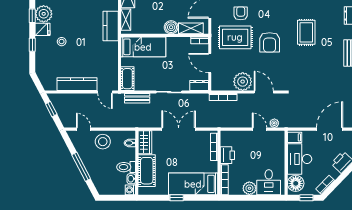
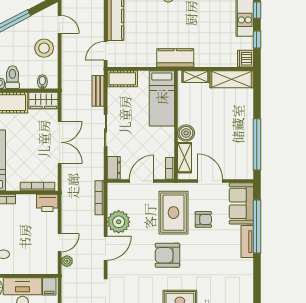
kitchen counter: (111, 26) -> (175, 58), moved
door: (84, 129) -> (60, 24), hinge flipped
printer: (227, 155) -> (47, 203), moved

